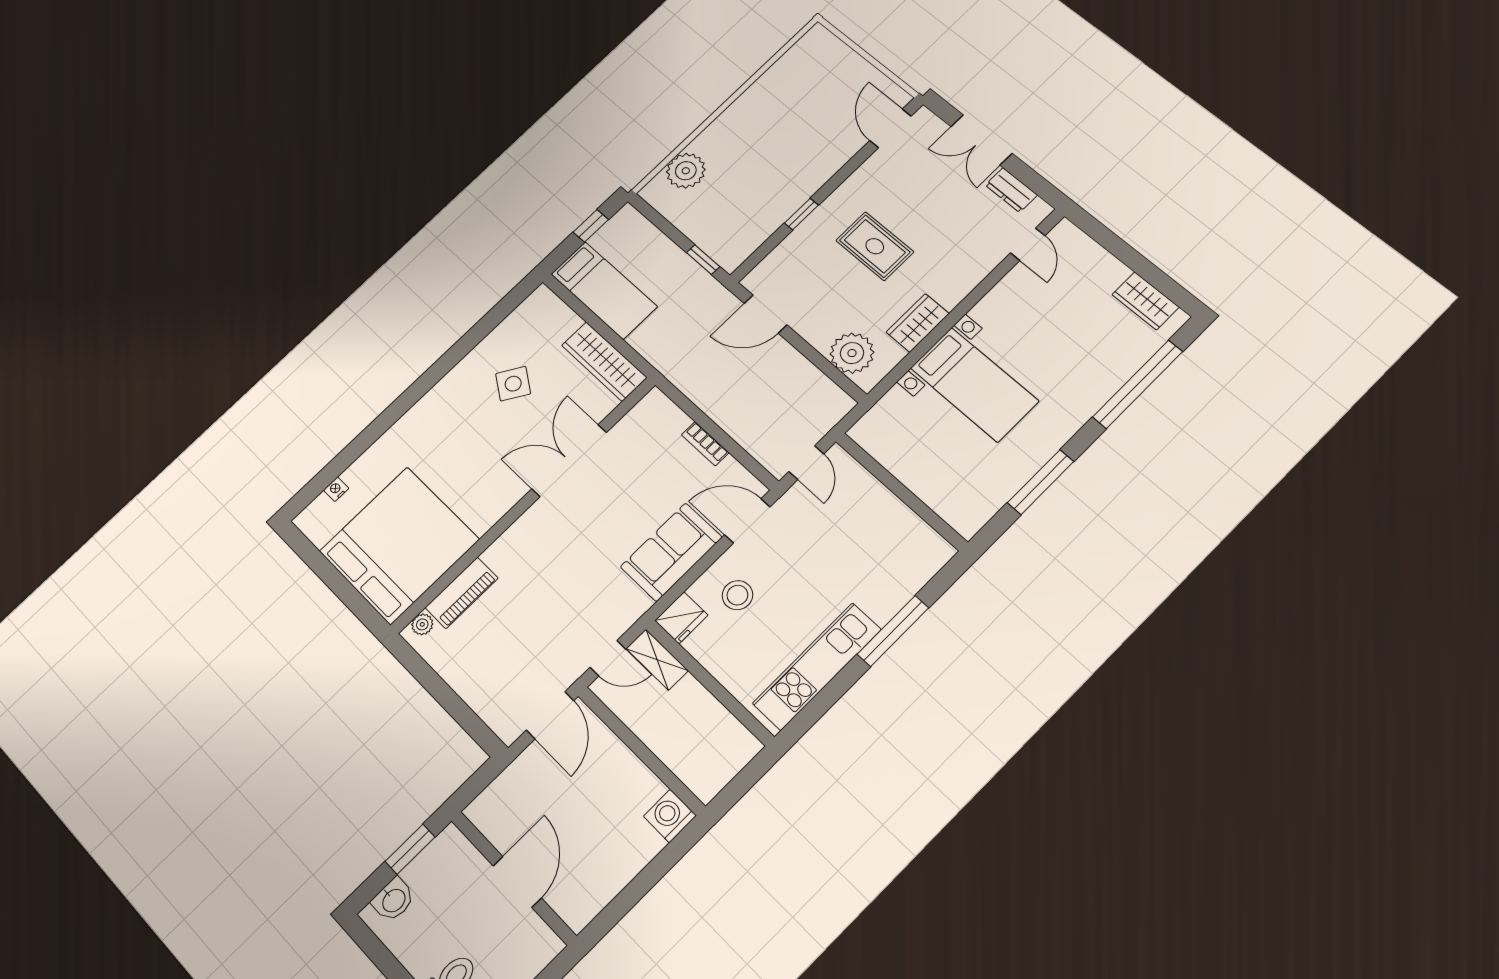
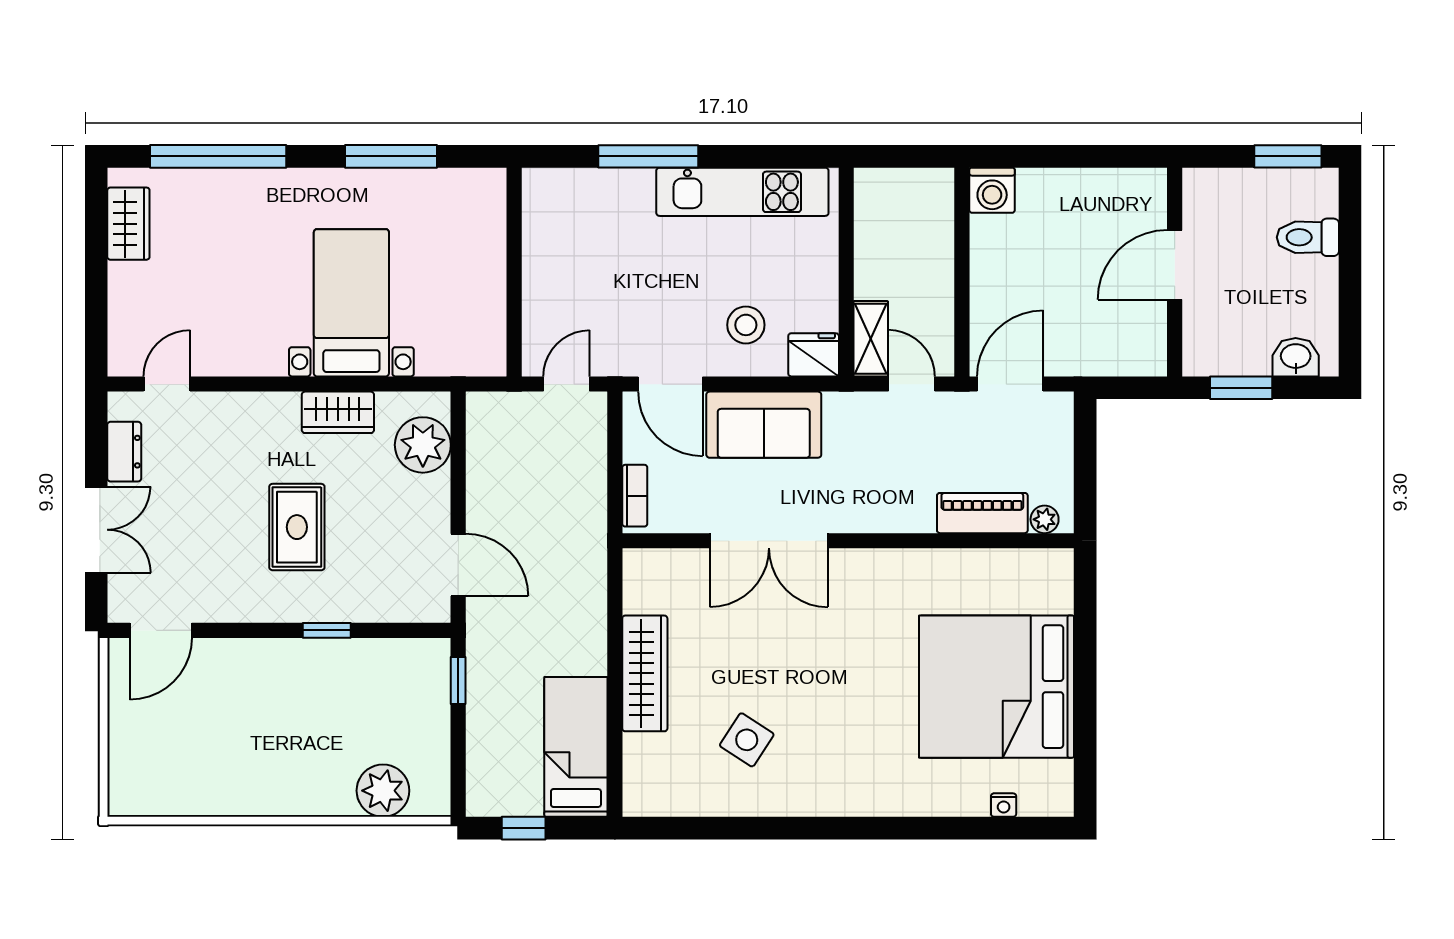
double door: (569, 461) -> (769, 541), moved
wall: (524, 504) -> (848, 541), moved
piano: (462, 593) -> (982, 513), moved
plant: (422, 624) -> (1045, 519), moved

